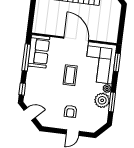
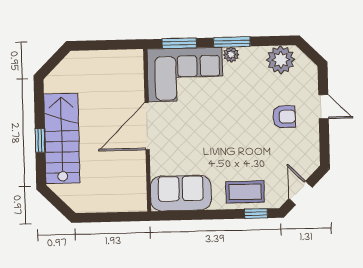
window: (26, 57) -> (195, 215), removed
coffee table: (70, 75) -> (245, 192), moved
plant: (102, 100) -> (281, 60), moved
window: (112, 102) -> (232, 42), moved

